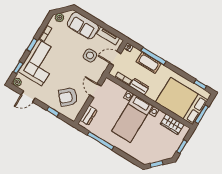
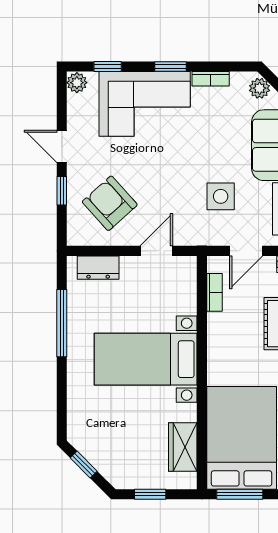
door: (115, 58) -> (246, 251), swing flipped
dresser: (139, 87) -> (218, 334), removed
door: (28, 96) -> (62, 146), moved

